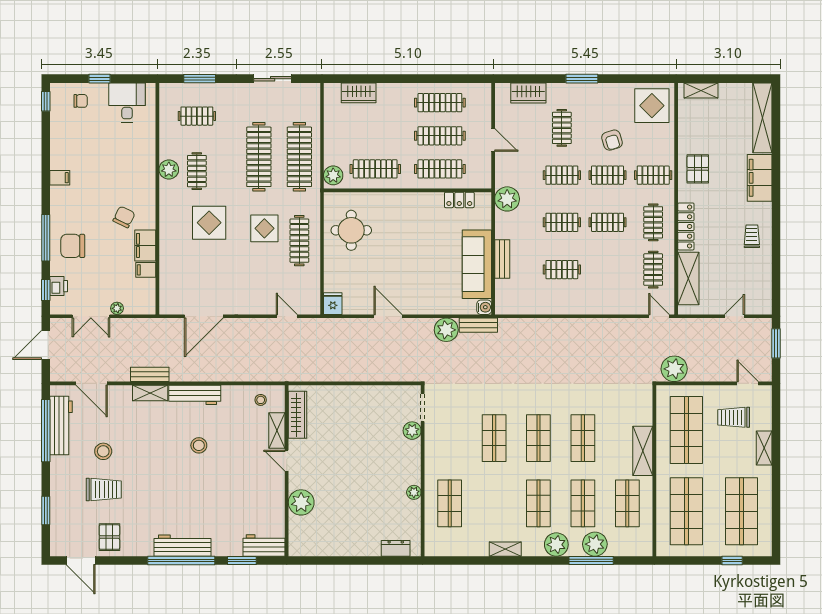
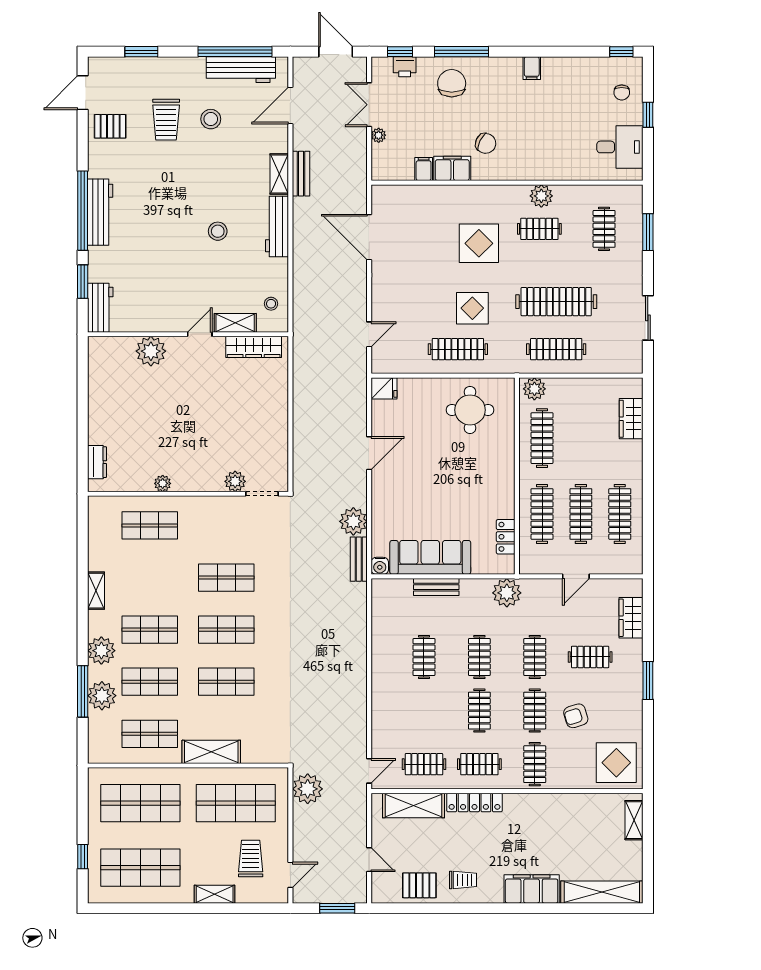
clothes rail: (299, 157) -> (556, 349), width x0.73, depth x0.76
pallet: (698, 169) -> (419, 885), moved

